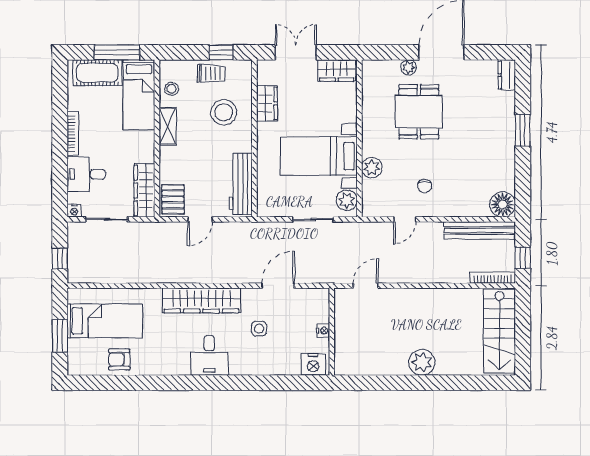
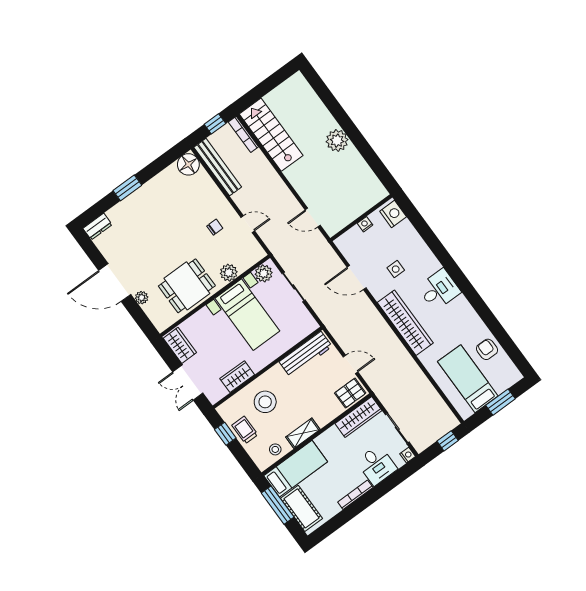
dining table: (419, 112) -> (187, 286), moved
stairs: (499, 331) -> (271, 135), moved, turned -90
armchair: (119, 360) -> (487, 349), turned 180

